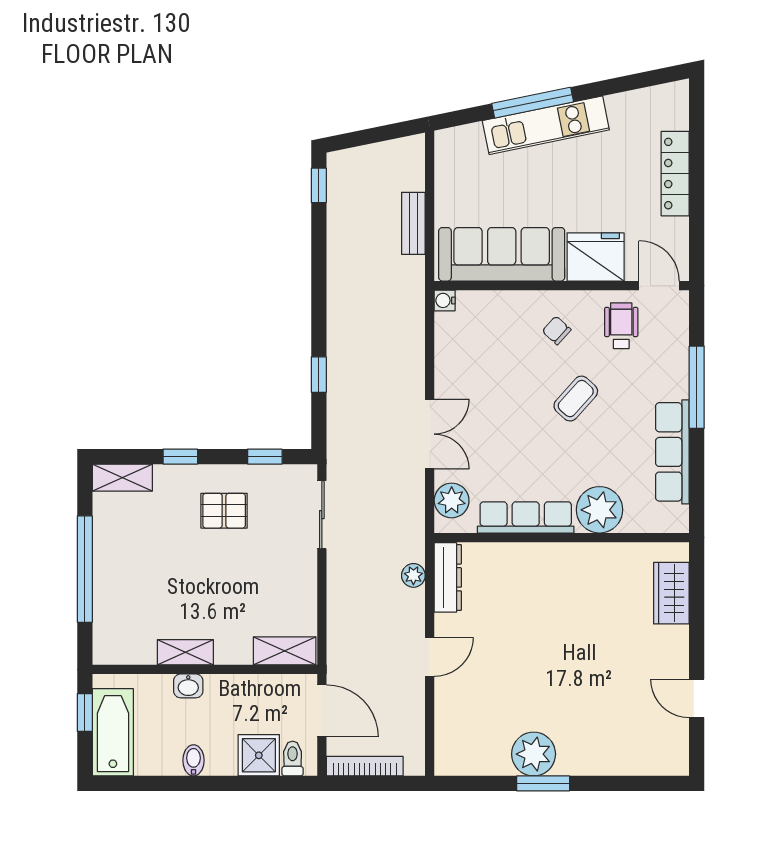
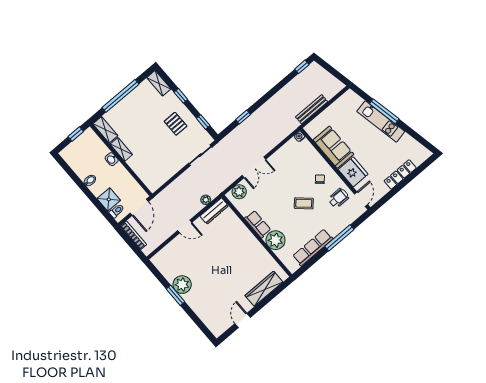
bench: (413, 223) -> (312, 109), width x1.36
sofa: (502, 254) -> (333, 147), width x0.73
row of seats: (526, 517) -> (258, 224), width x0.68
wardrobe: (671, 593) -> (264, 289), width x1.50
shelving: (285, 651) -> (105, 130), moved
bathtub: (113, 732) -> (77, 148), removed

